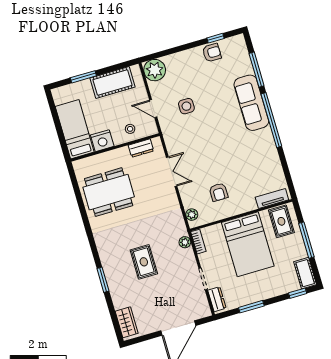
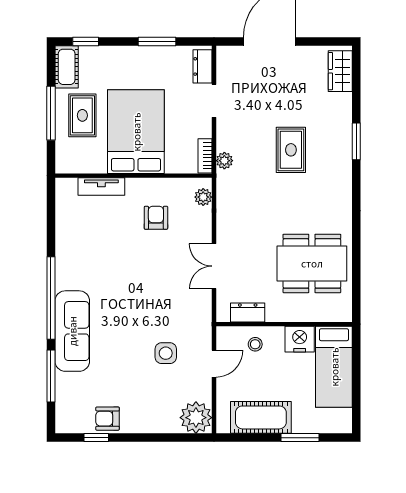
door: (153, 109) -> (214, 364), hinge flipped
tv unit: (272, 198) -> (101, 187), moved
rug: (281, 221) -> (82, 115), moved

